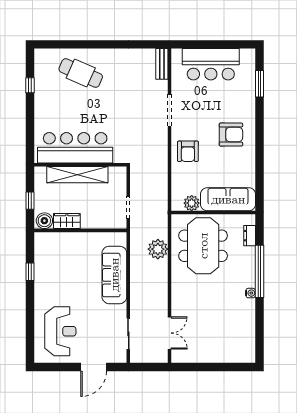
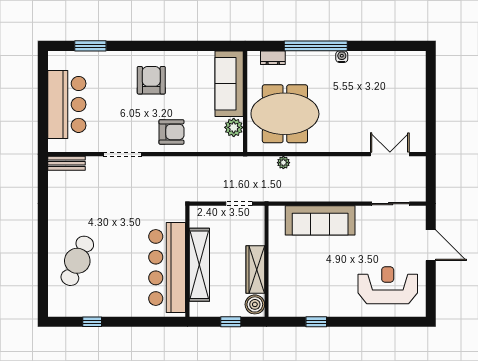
wardrobe: (67, 221) -> (255, 270), width x1.50
plant: (158, 249) -> (283, 163), width x0.53, depth x0.53

